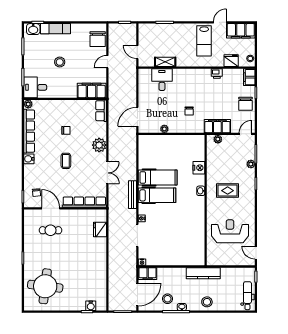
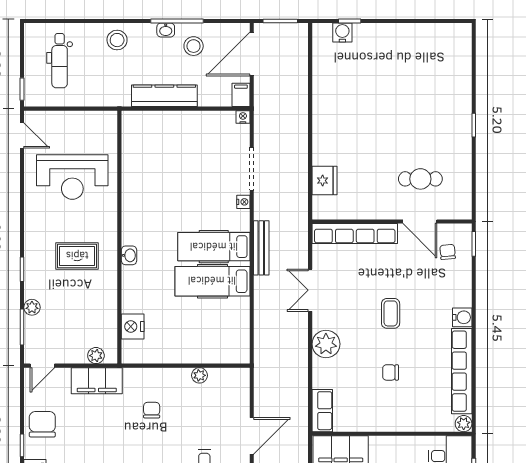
door: (137, 117) -> (252, 436), moved
nightstand: (199, 168) -> (133, 327), moved
kitchen counter: (203, 273) -> (164, 96), moved
filing cabinet: (148, 274) -> (241, 95), width x0.50
round table: (45, 286) -> (431, 70), removed
dental chair: (247, 296) -> (60, 61), moved

